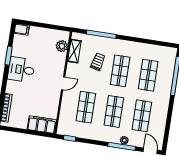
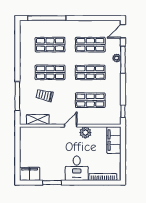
filing cabinet: (22, 29) -> (30, 174), width x2.00
plant: (62, 46) -> (85, 133), moved
desk: (21, 70) -> (77, 168), moved
door: (63, 83) -> (71, 126), hinge flipped

